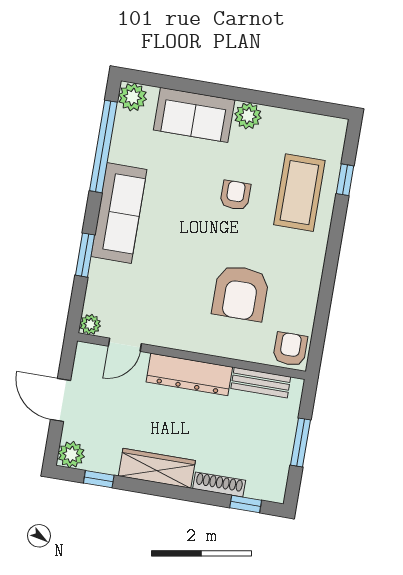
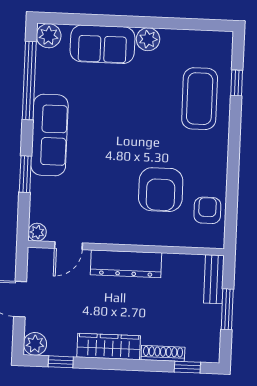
armchair: (235, 195) -> (146, 108), removed
armchair: (290, 349) -> (207, 210), moved
bench: (261, 383) -> (214, 279), moved, turned 90

